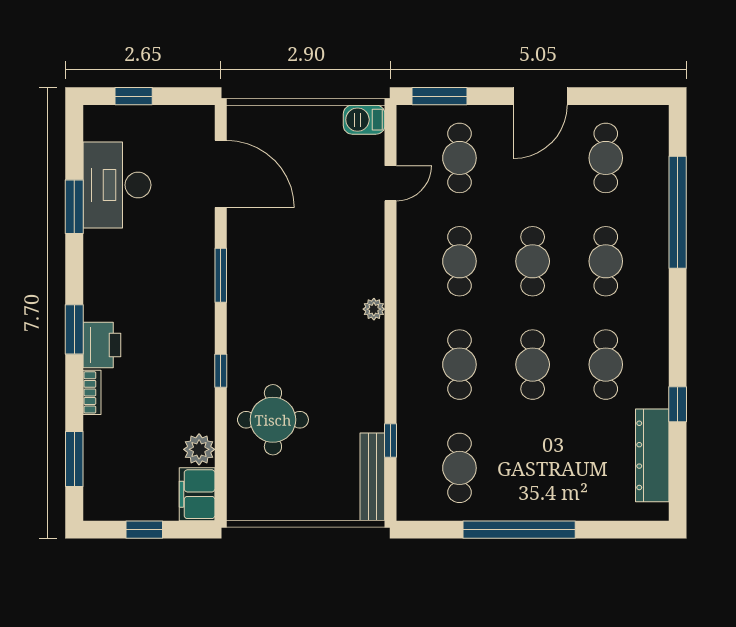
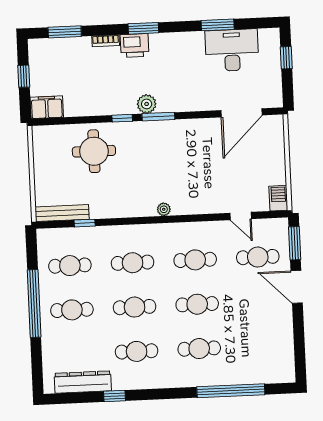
door: (540, 96) -> (297, 287), moved
cafe table: (606, 158) -> (72, 310), moved
window: (221, 275) -> (158, 117), moved
plant: (199, 449) -> (147, 104), moved

